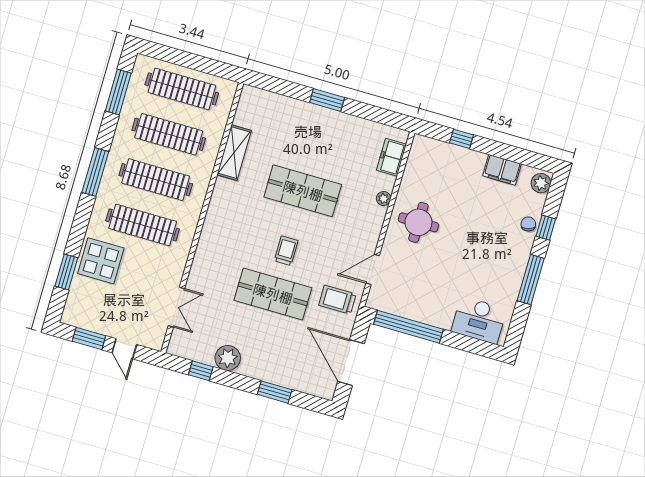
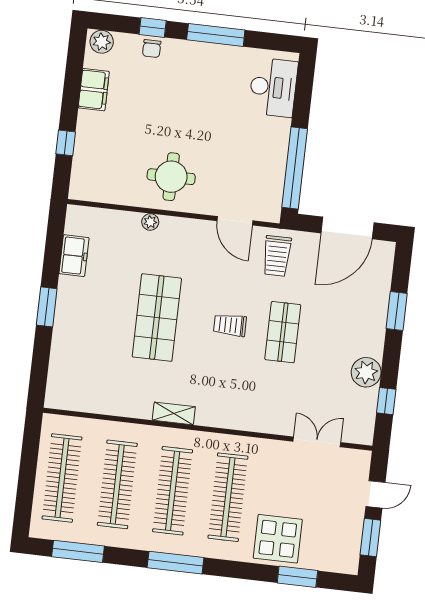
shelving: (234, 153) -> (174, 413), moved, width x0.67, depth x0.75
freezer: (391, 157) -> (74, 256), moved, turned -90
chair: (528, 224) -> (152, 49), turned -75
shop shelf: (273, 294) -> (283, 332), width x0.70, depth x0.74

